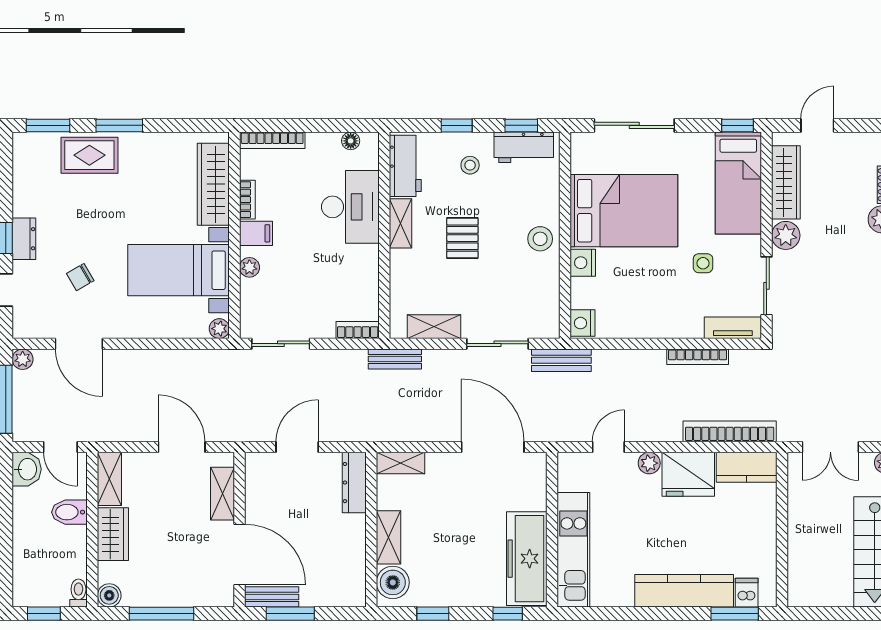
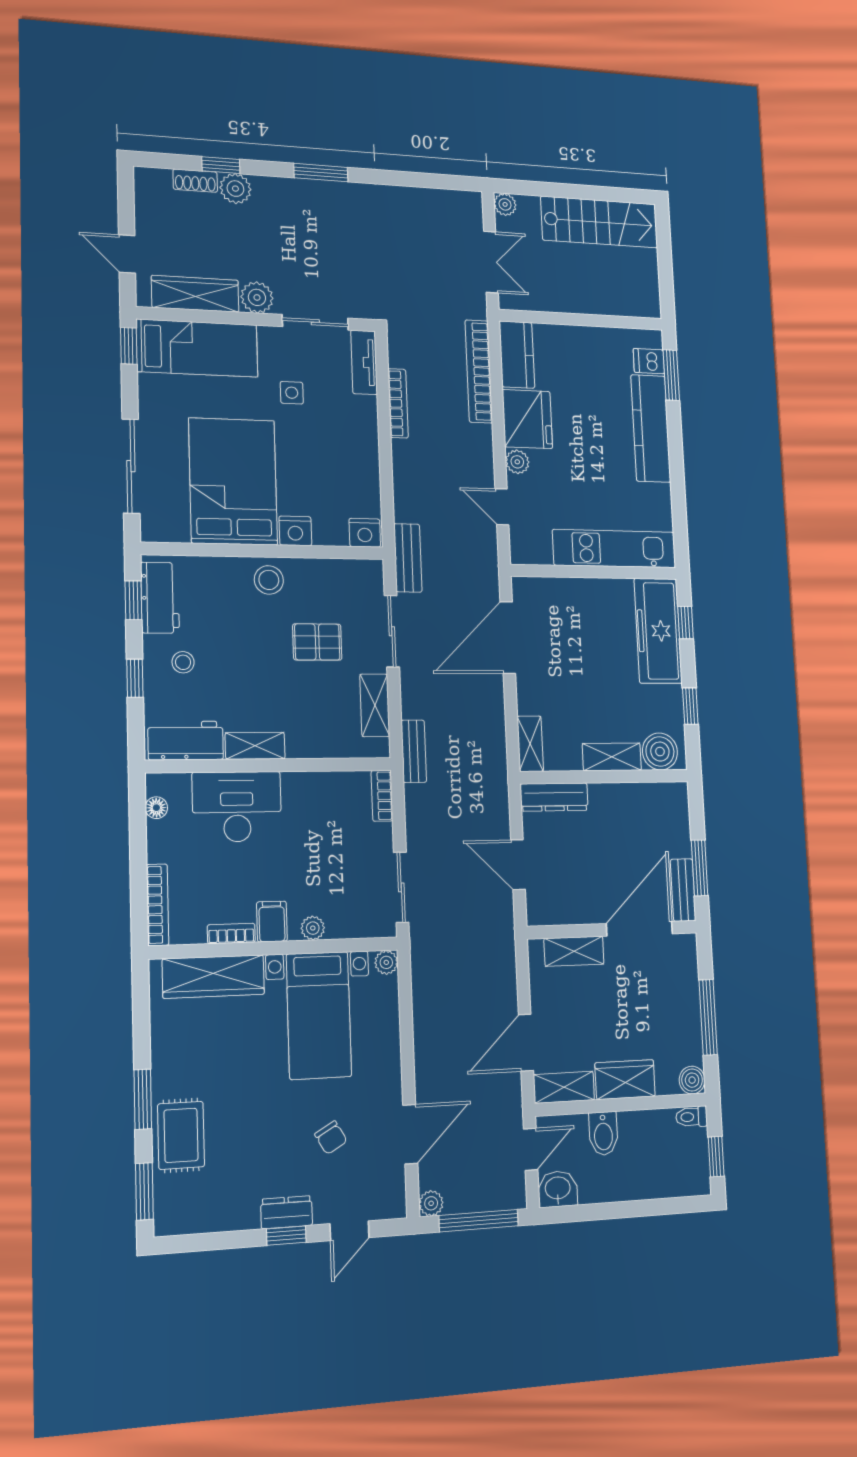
pallet: (462, 238) -> (317, 642), moved
door: (182, 447) -> (526, 1043), moved
freezer: (527, 559) -> (658, 631), moved, turned 90

